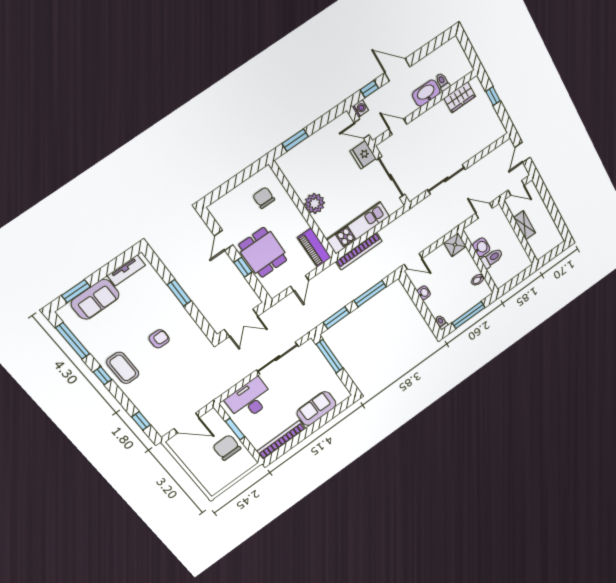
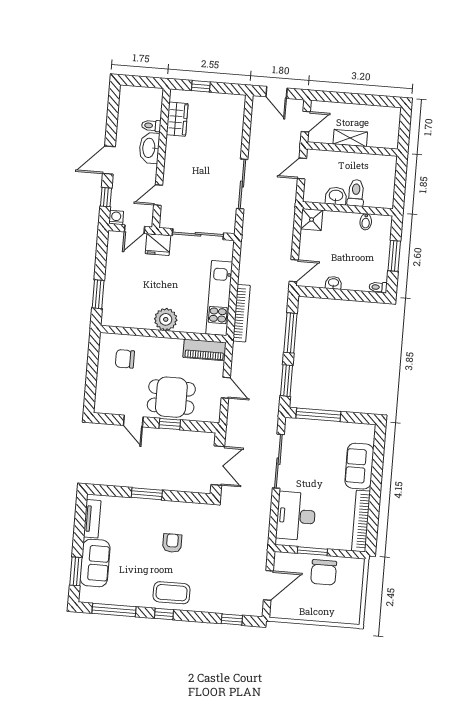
window: (468, 315) -> (394, 256), width x0.69
chair: (227, 448) -> (324, 572), turned -90

